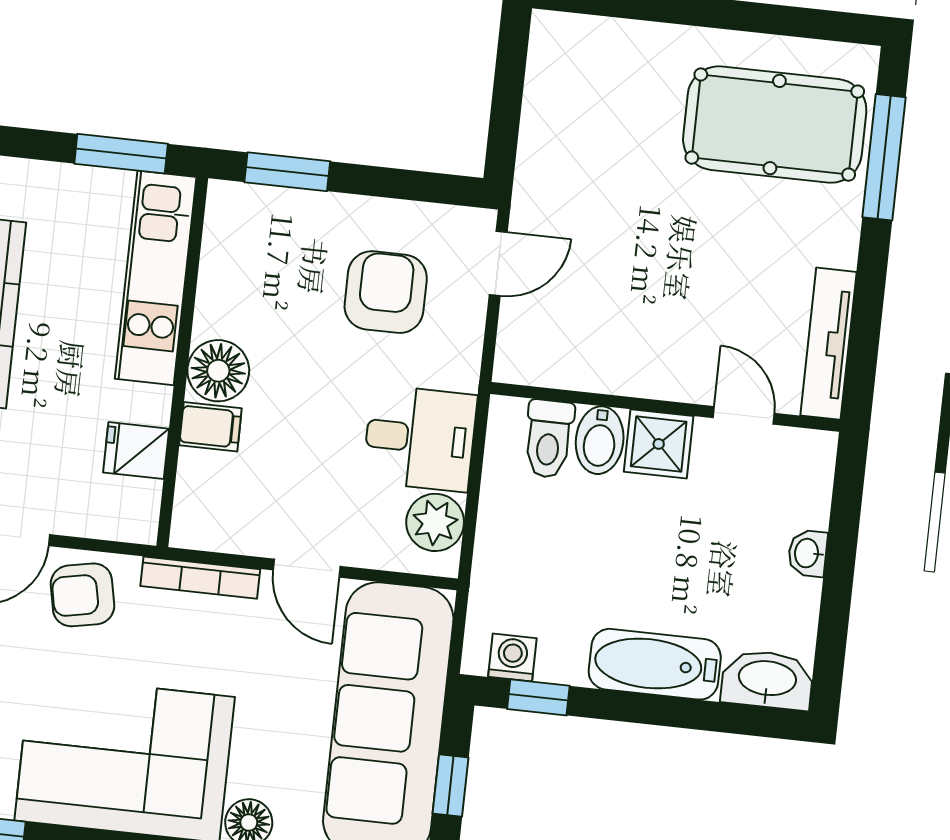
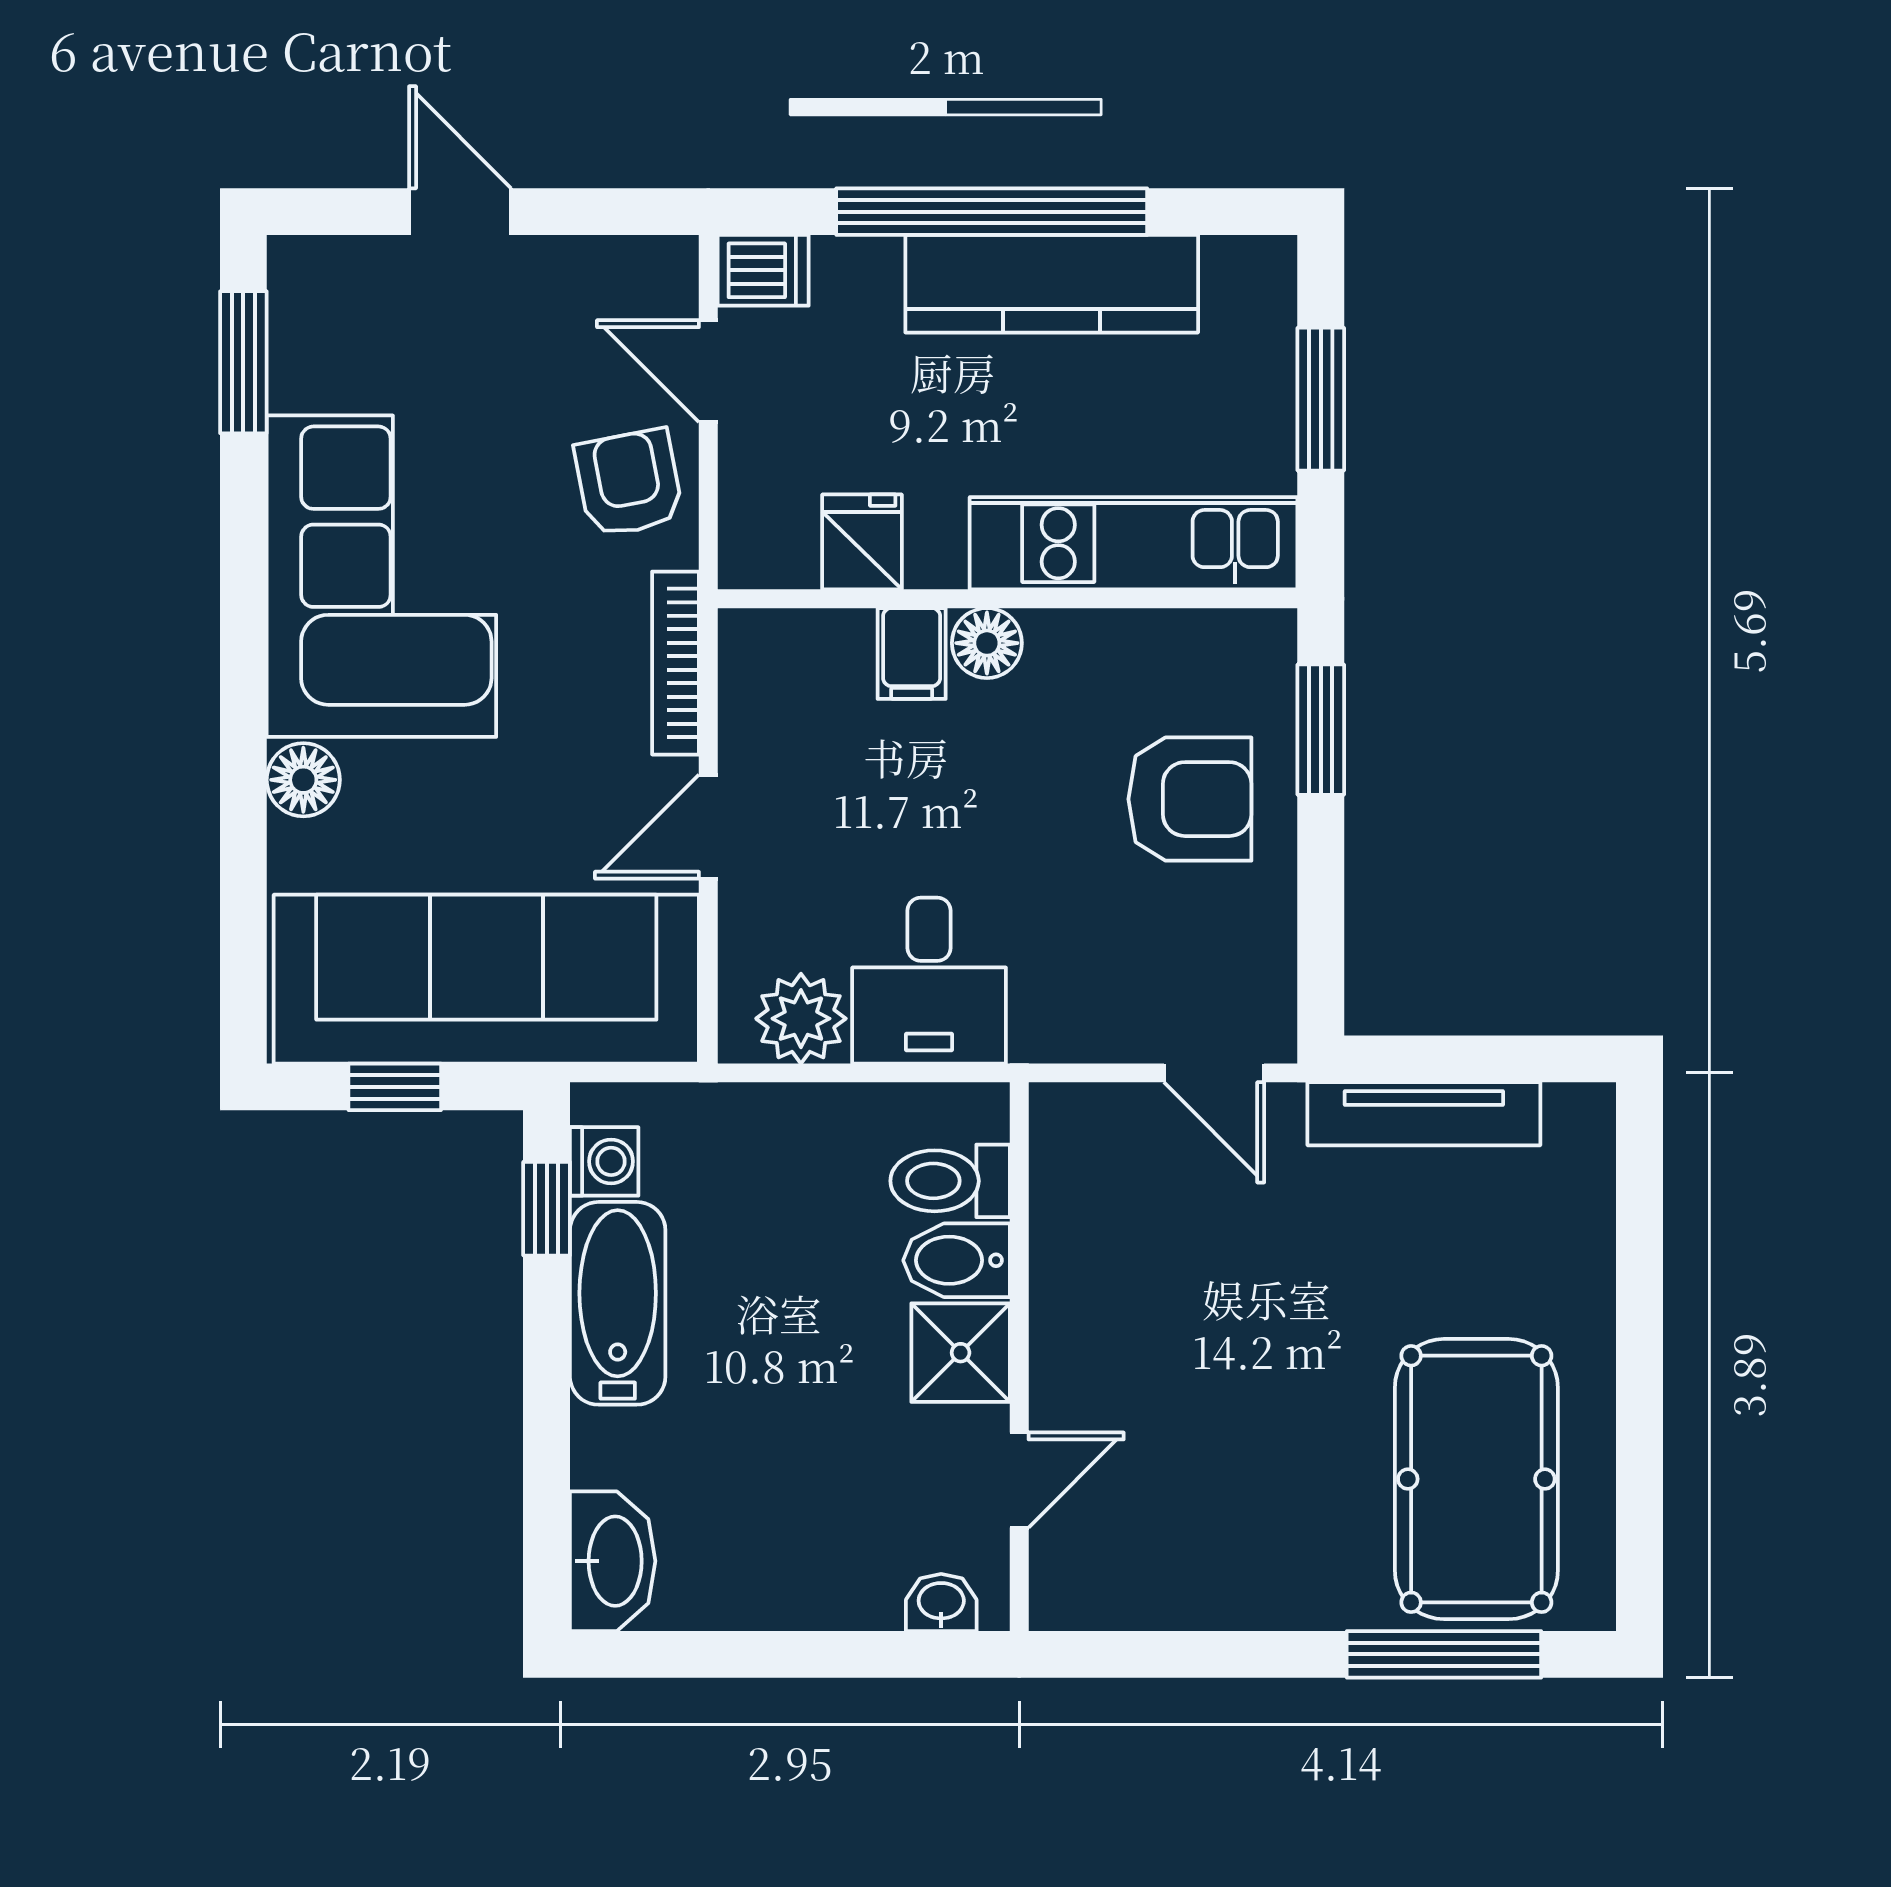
window: (121, 154) -> (1321, 399), moved
armchair: (386, 292) -> (1190, 799), moved
tv unit: (828, 344) -> (1424, 1114), moved, turned 180
floor lamp: (218, 371) -> (987, 643), width x0.73, depth x0.73
washbasin: (808, 553) -> (941, 1602), moved
bathtub: (655, 664) -> (618, 1303), moved

